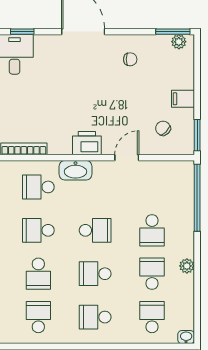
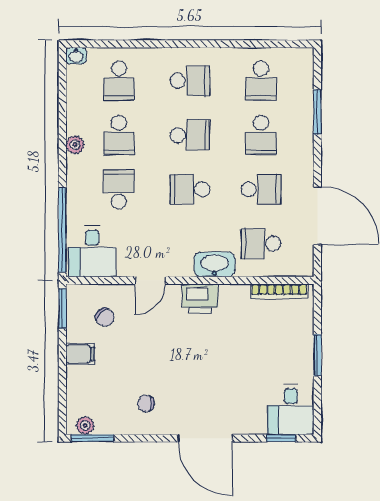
desk: (173, 181) -> (92, 251), added
school desk: (38, 187) -> (261, 244), turned 180
school desk: (38, 274) -> (261, 135), turned 180

